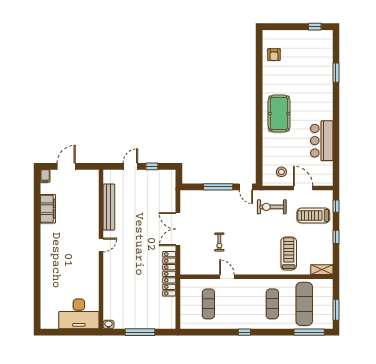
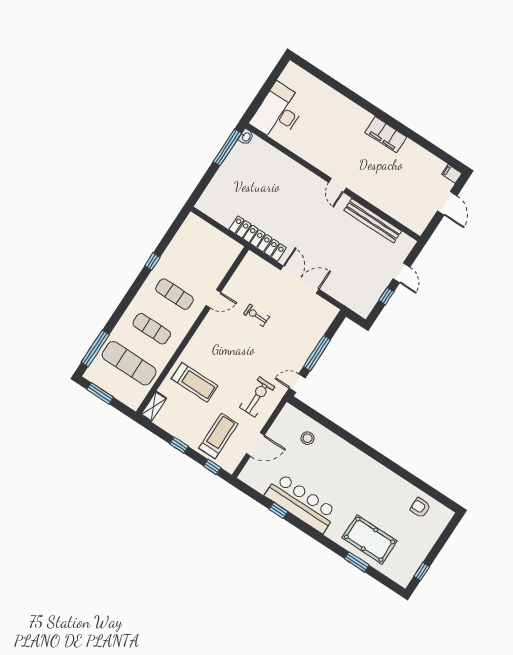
pool table: (279, 114) -> (369, 539), moved
bar counter: (322, 141) -> (301, 503), width x1.36
window: (336, 145) -> (278, 510), added
stool: (281, 172) -> (308, 438), moved
filing cabinet: (48, 209) -> (386, 135), moved
exercise mat: (209, 304) -> (174, 294), moved
window: (140, 332) -> (227, 147), moved
window: (244, 332) -> (152, 261), moved

